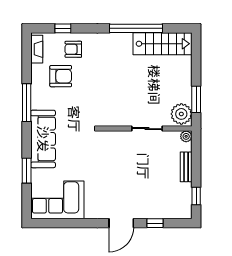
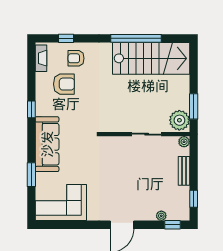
stairs: (162, 44) -> (151, 58), width x1.36, depth x1.51
window: (27, 103) -> (31, 109), width x0.46
plant: (162, 214) -> (161, 216), added
window: (155, 223) -> (173, 225), moved

